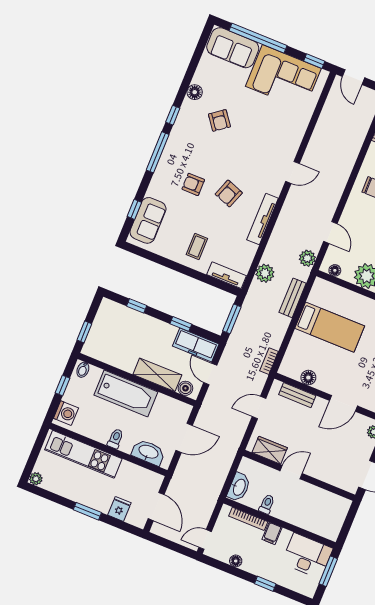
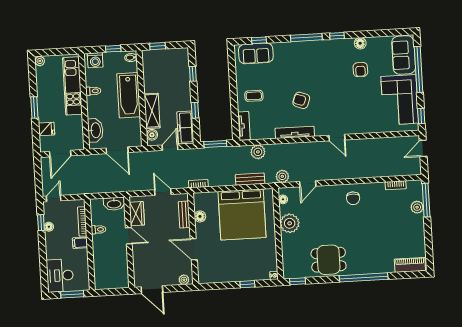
armchair: (219, 120) -> (360, 70), moved, turned -53
armchair: (193, 184) -> (296, 73), removed
bed: (330, 327) -> (242, 215), width x2.04
toilet: (115, 439) -> (93, 91), moved
washbasin: (239, 487) -> (114, 204), moved
door: (205, 539) -> (54, 198), hinge flipped
desk: (307, 556) -> (60, 275), moved, turned 180
window: (265, 584) -> (41, 223), moved

